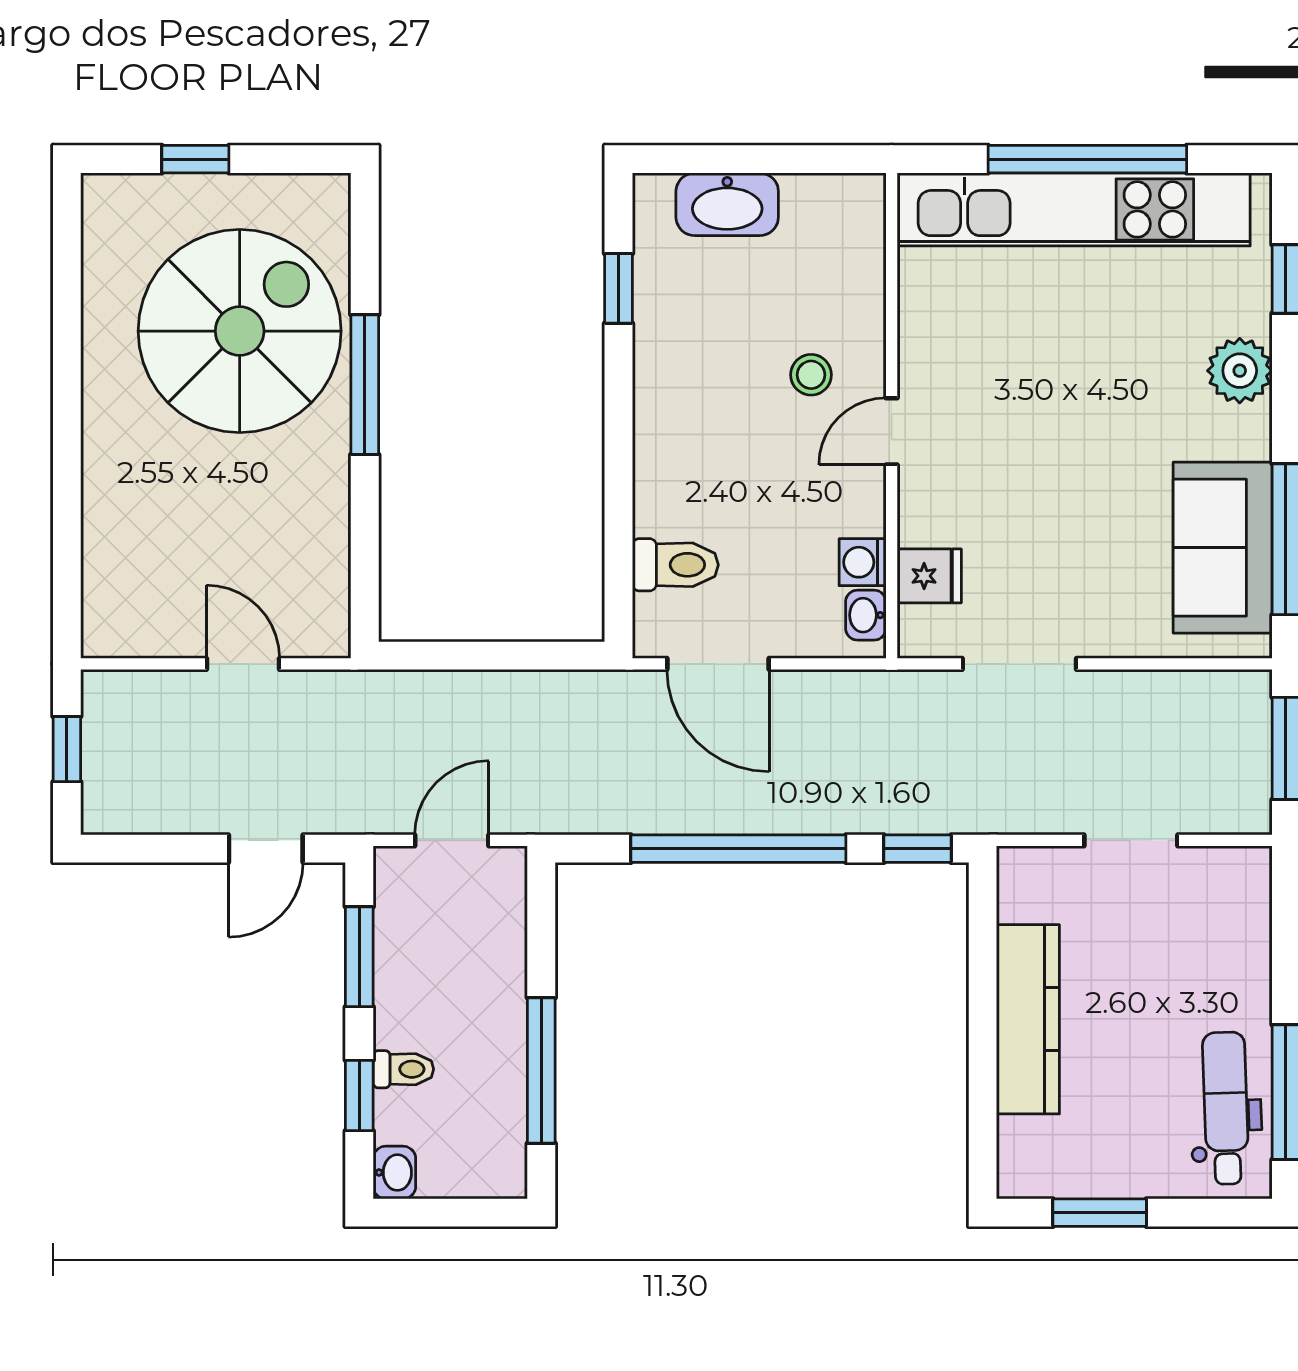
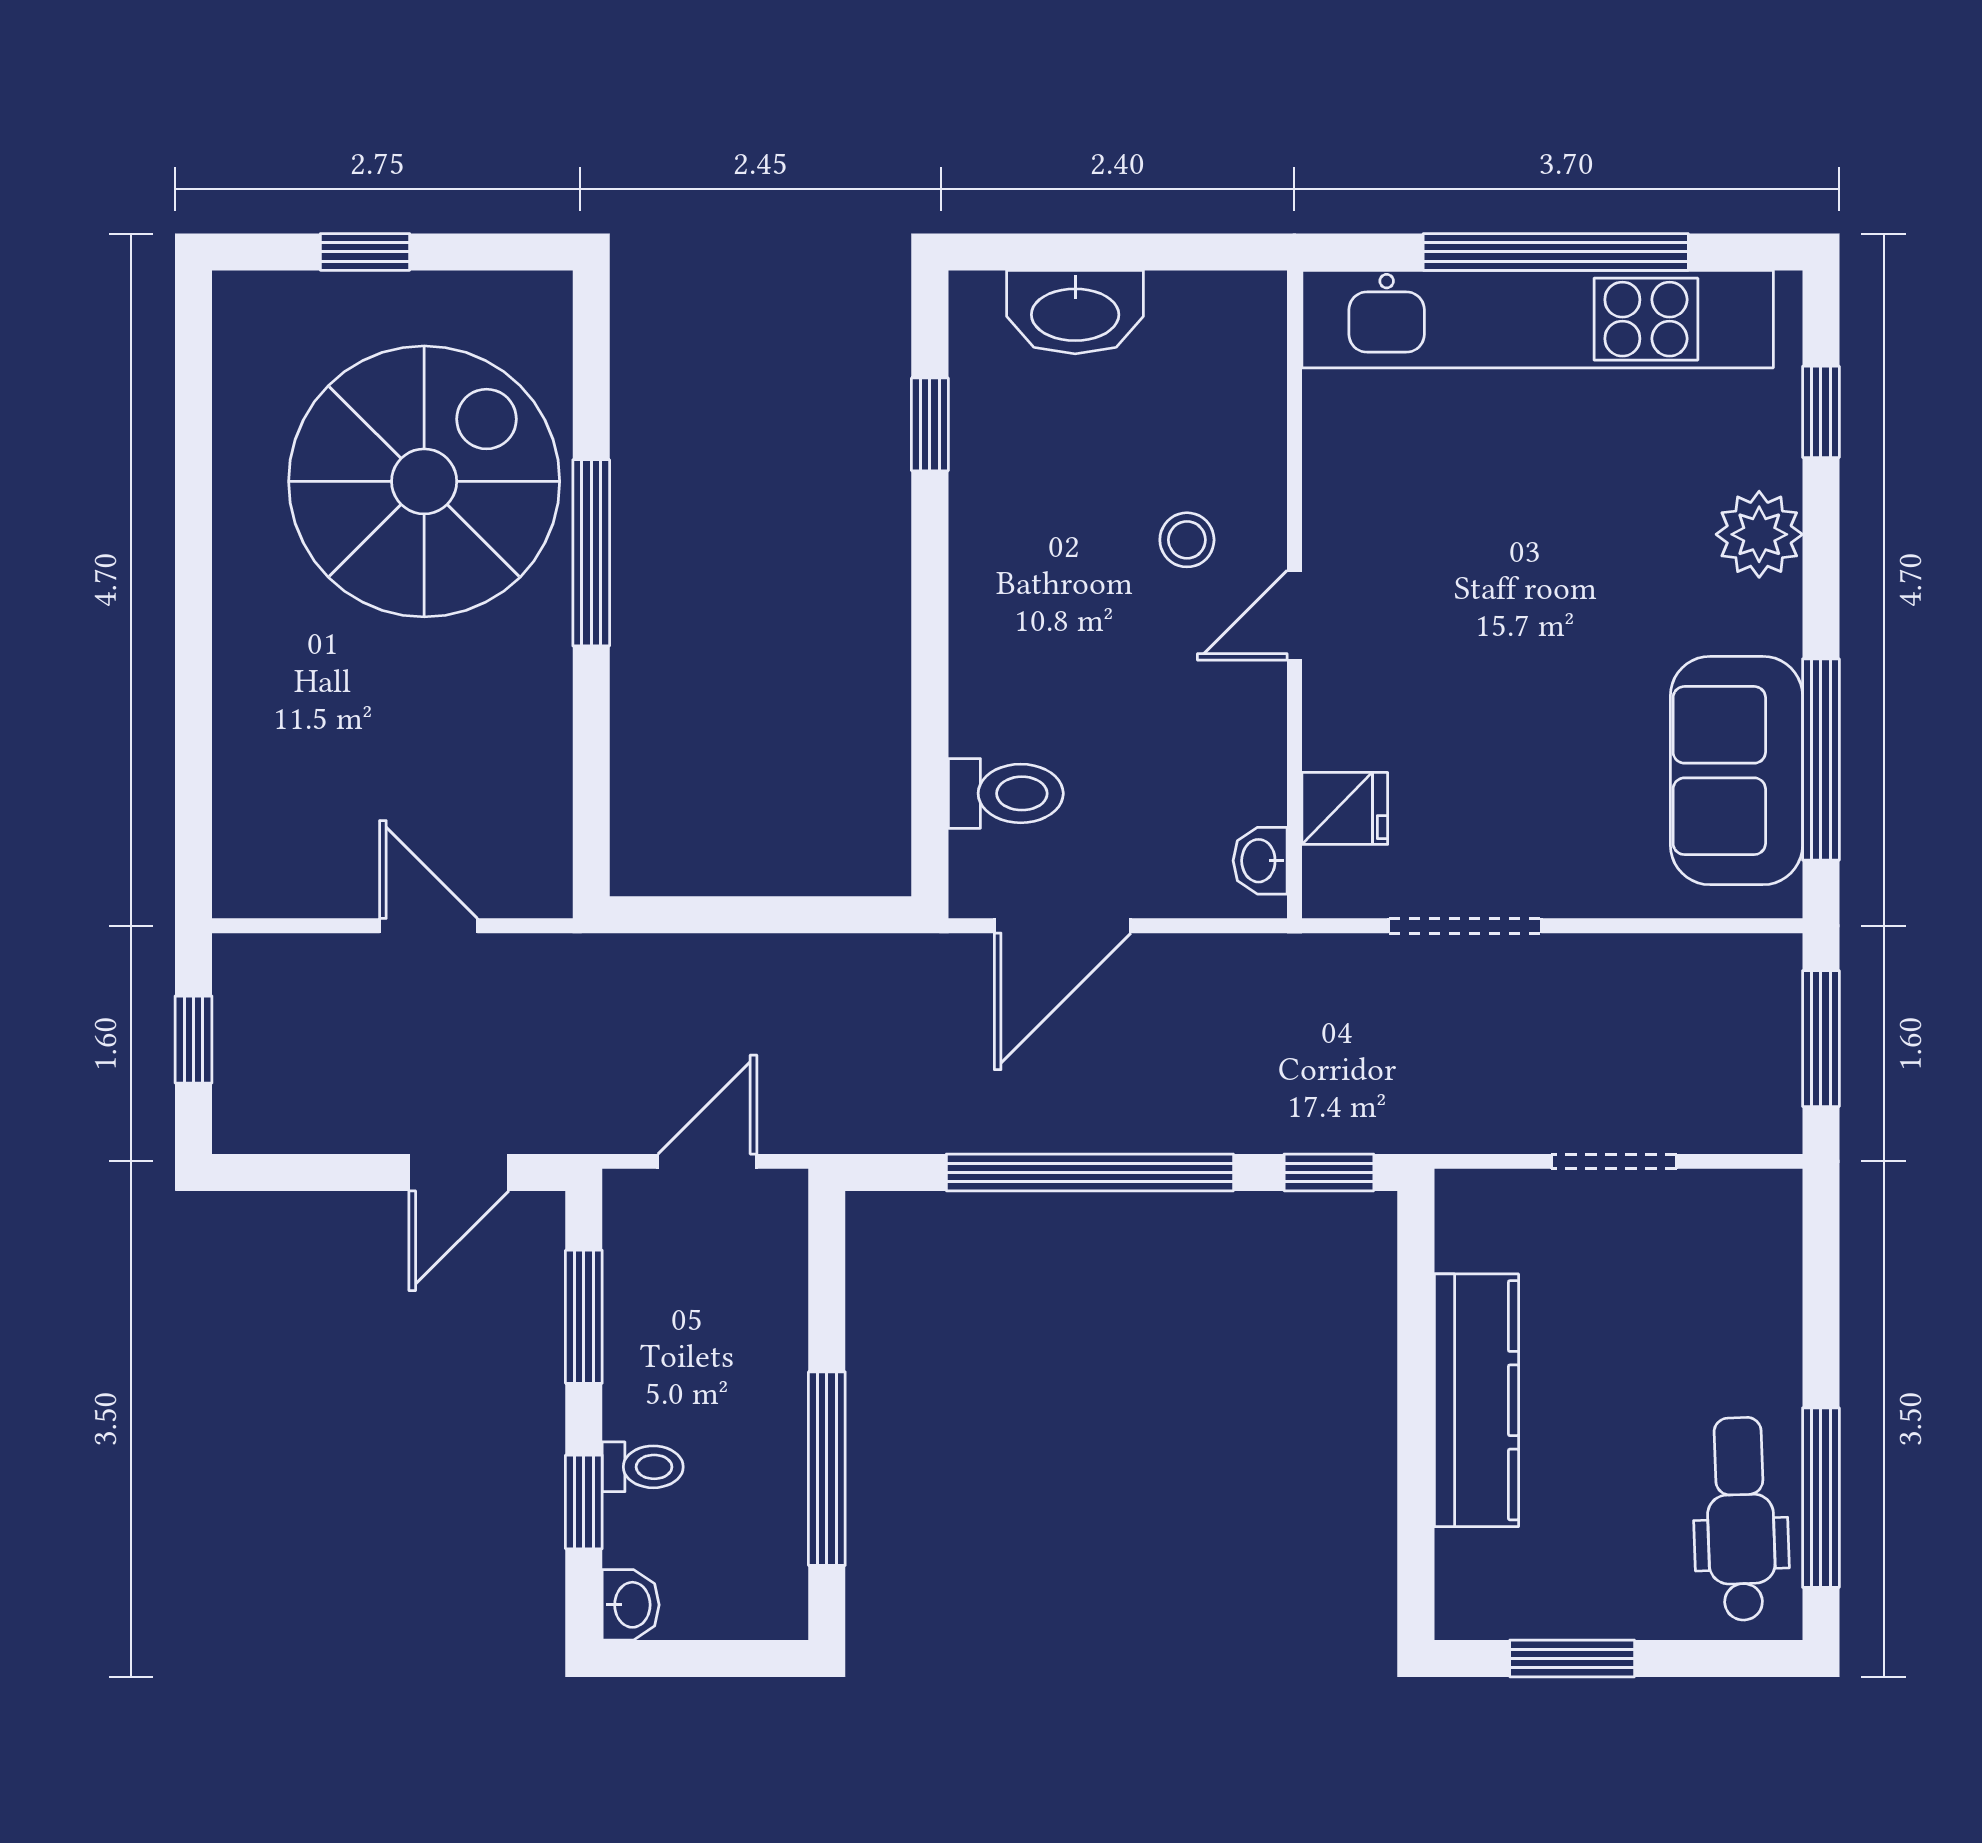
washing machine: (863, 562) -> (1256, 790), removed
door: (718, 664) -> (1063, 926), hinge flipped

